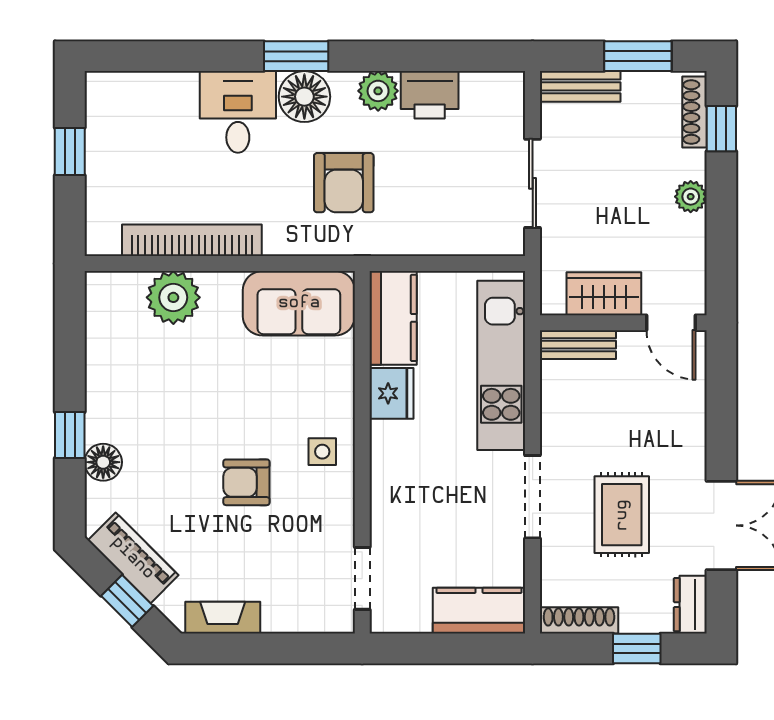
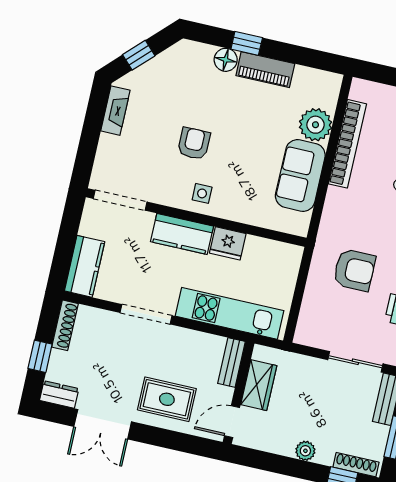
armchair: (344, 183) -> (354, 270), moved, turned 180
sliding door: (533, 183) -> (355, 362), moved
sofa: (299, 303) -> (300, 175), moved
kitchen counter: (393, 318) -> (182, 234), moved
rug: (622, 515) -> (167, 399), moved
piano: (133, 558) -> (265, 70), moved, turned 45
doorway: (362, 578) -> (120, 200), width x1.38

